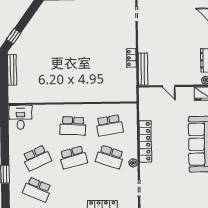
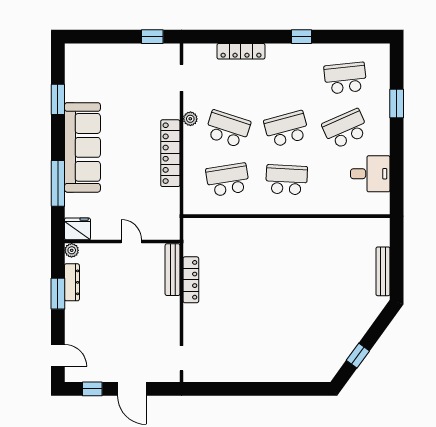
window: (14, 36) -> (358, 356), moved
locker: (131, 58) -> (191, 280), width x1.53
desk: (21, 117) -> (370, 174), moved, turned -90
school desk: (37, 189) -> (345, 78), turned -30

